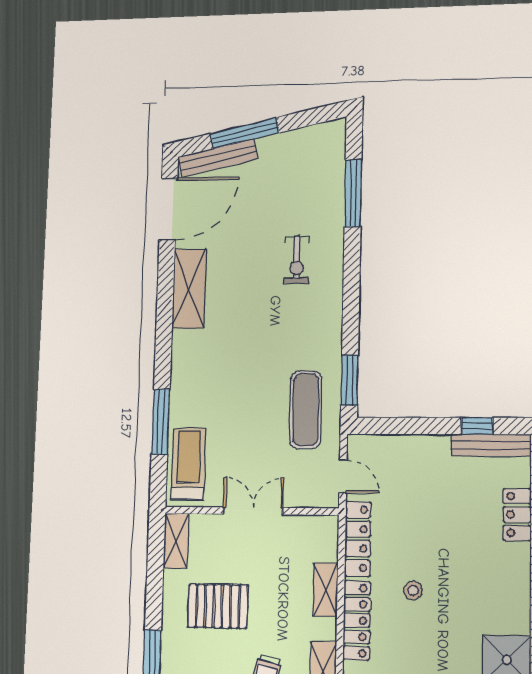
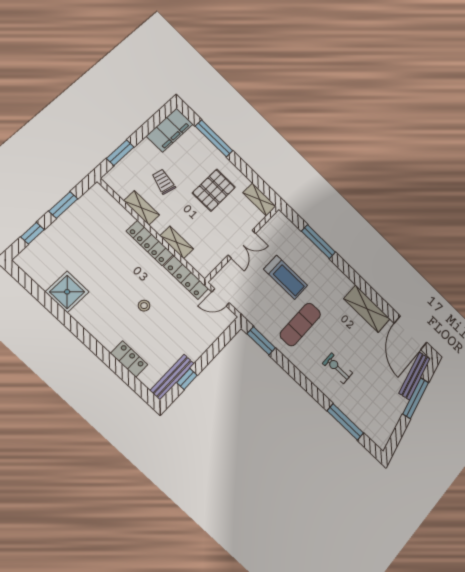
exercise mat: (306, 409) -> (300, 324), moved, turned 90
treadmill: (188, 464) -> (286, 277), moved
stool: (413, 590) -> (144, 306), moved

